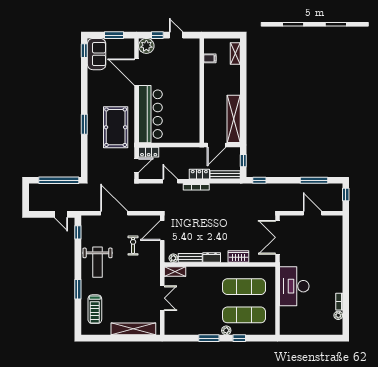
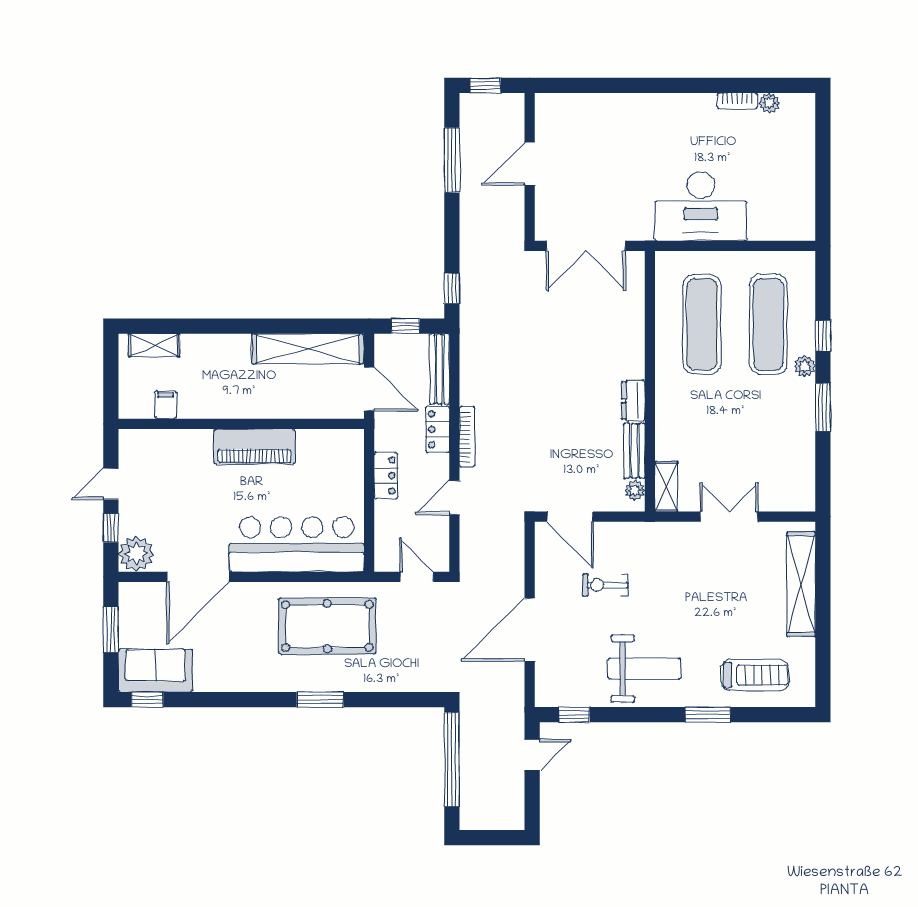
piano: (192, 96) -> (254, 447), added
locker: (149, 152) -> (386, 476), moved
wardrobe: (238, 256) -> (631, 338), removed

